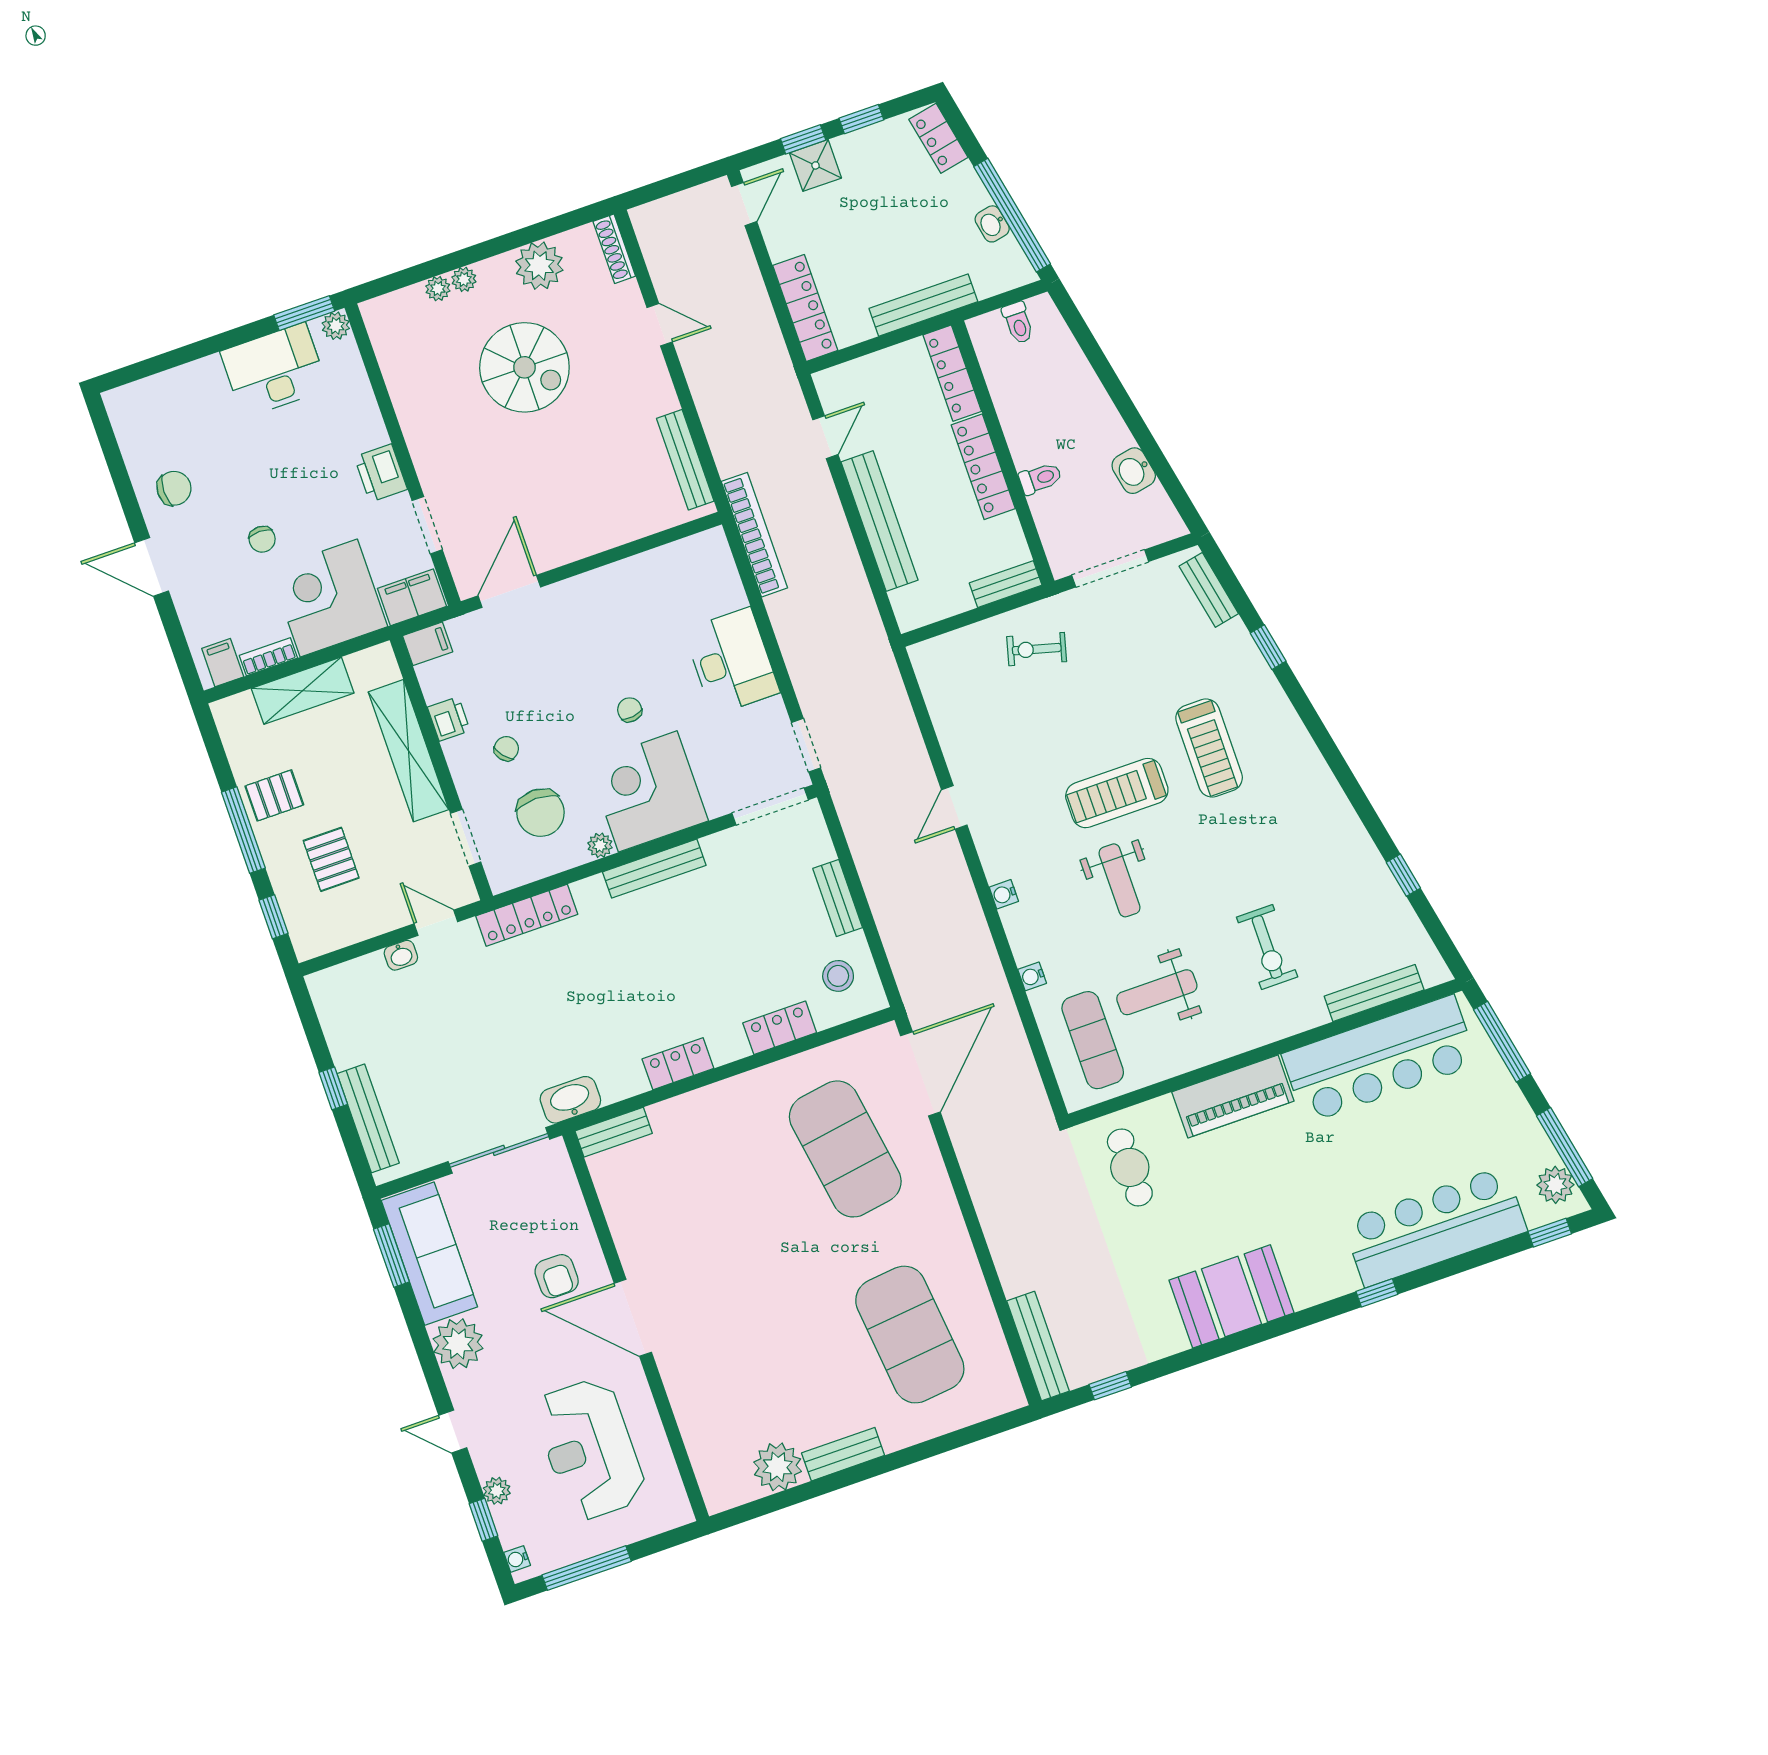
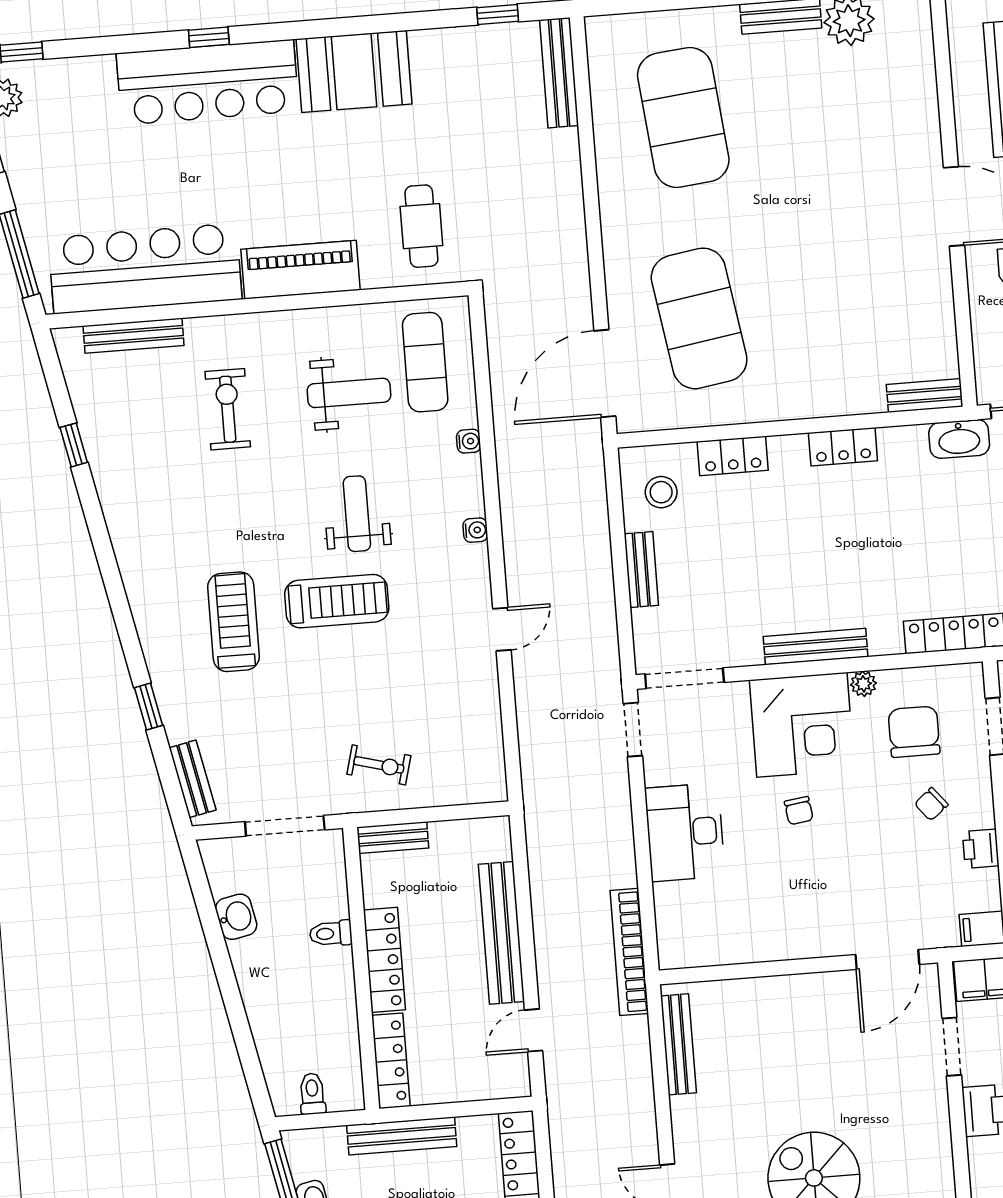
bar counter: (1435, 1227) -> (208, 82), moved

